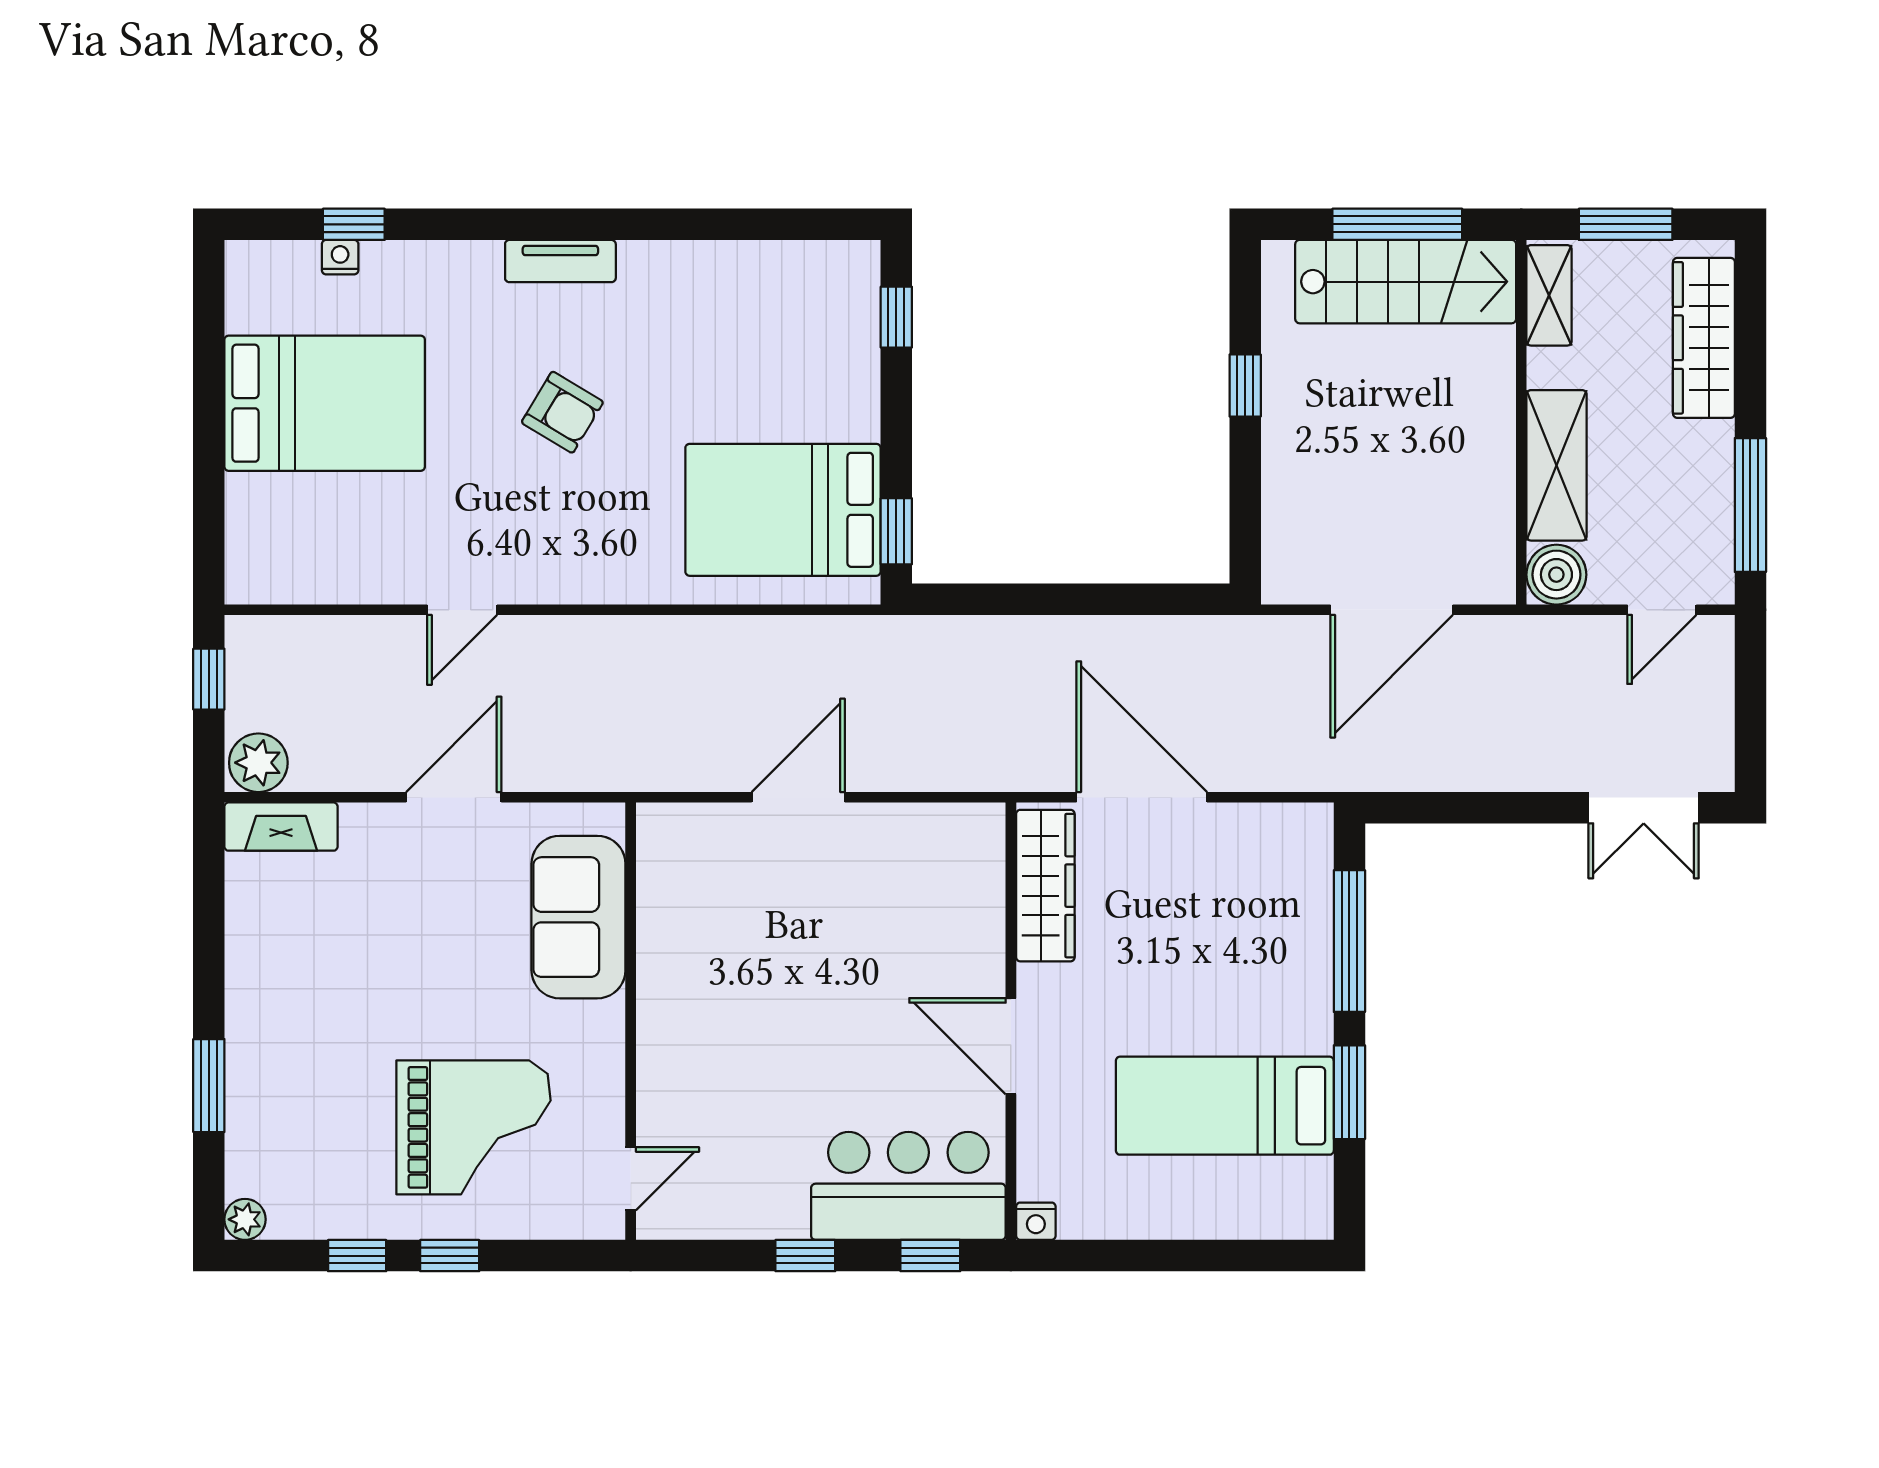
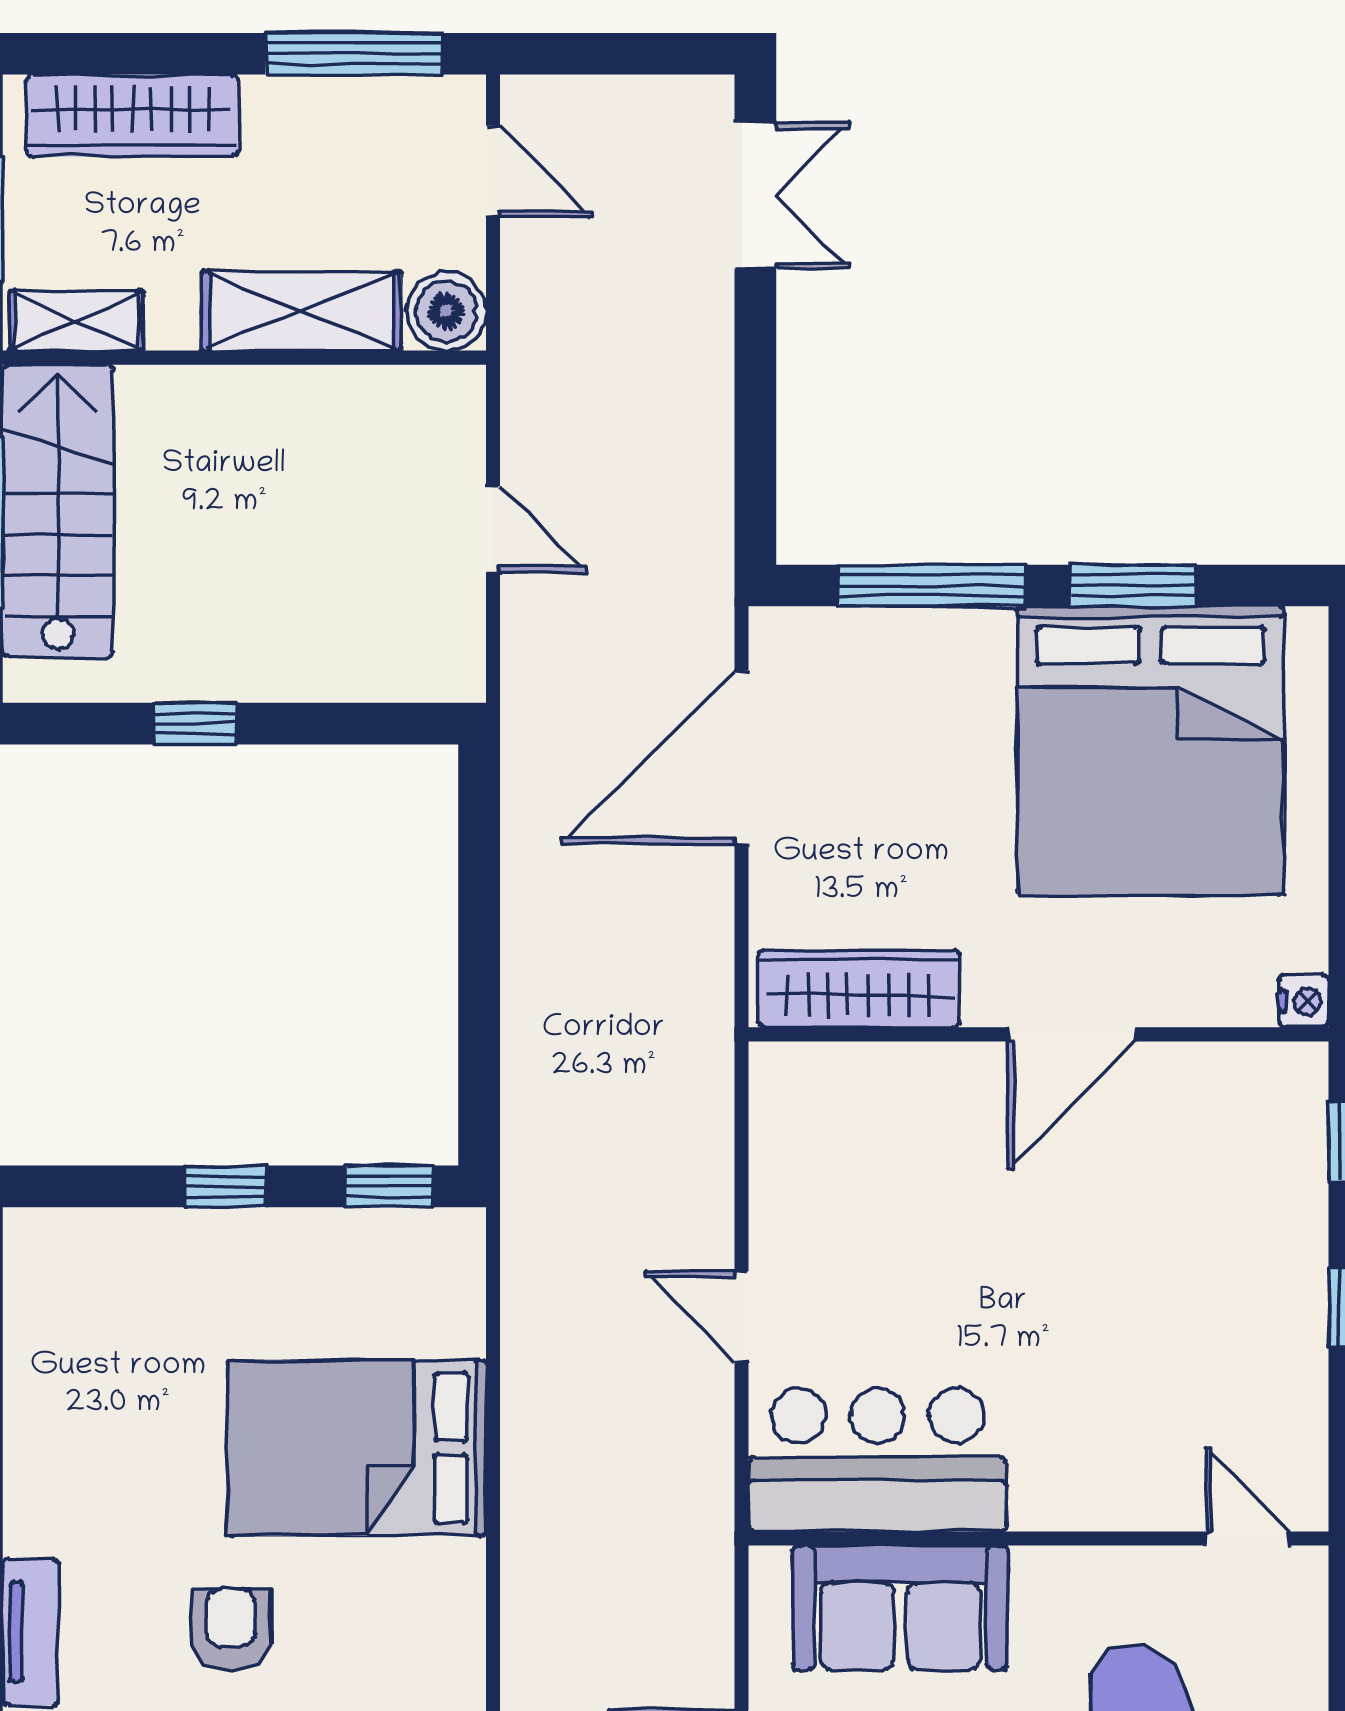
window: (896, 317) -> (225, 1186), moved
armchair: (562, 412) -> (231, 1629), turned -31
bed: (783, 510) -> (356, 1448), moved, turned 90
door: (1392, 610) -> (493, 529), width x0.53
door: (798, 797) -> (742, 1316), width x0.73
door: (1142, 797) -> (742, 757), moved
bed: (1225, 1106) -> (1151, 751), width x2.04
bar counter: (908, 1186) -> (877, 1460), moved, turned 90

